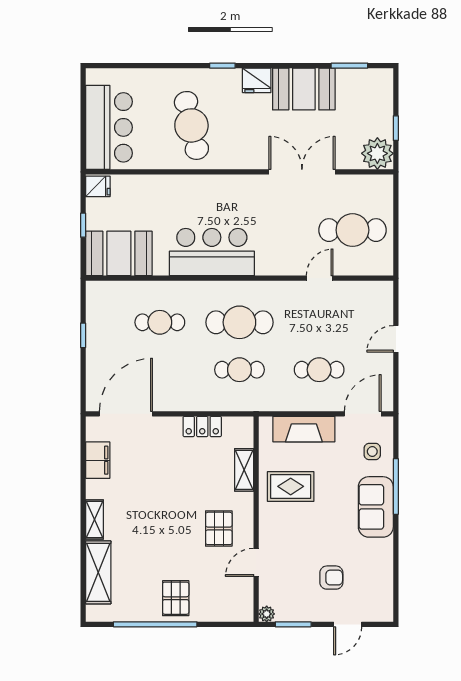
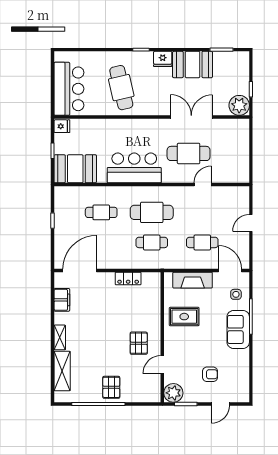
cafe table: (352, 230) -> (189, 153), moved
door: (363, 414) -> (230, 270), hinge flipped
shelving: (244, 470) -> (155, 306), removed
plant: (267, 614) -> (173, 393), width x1.87, depth x1.87

